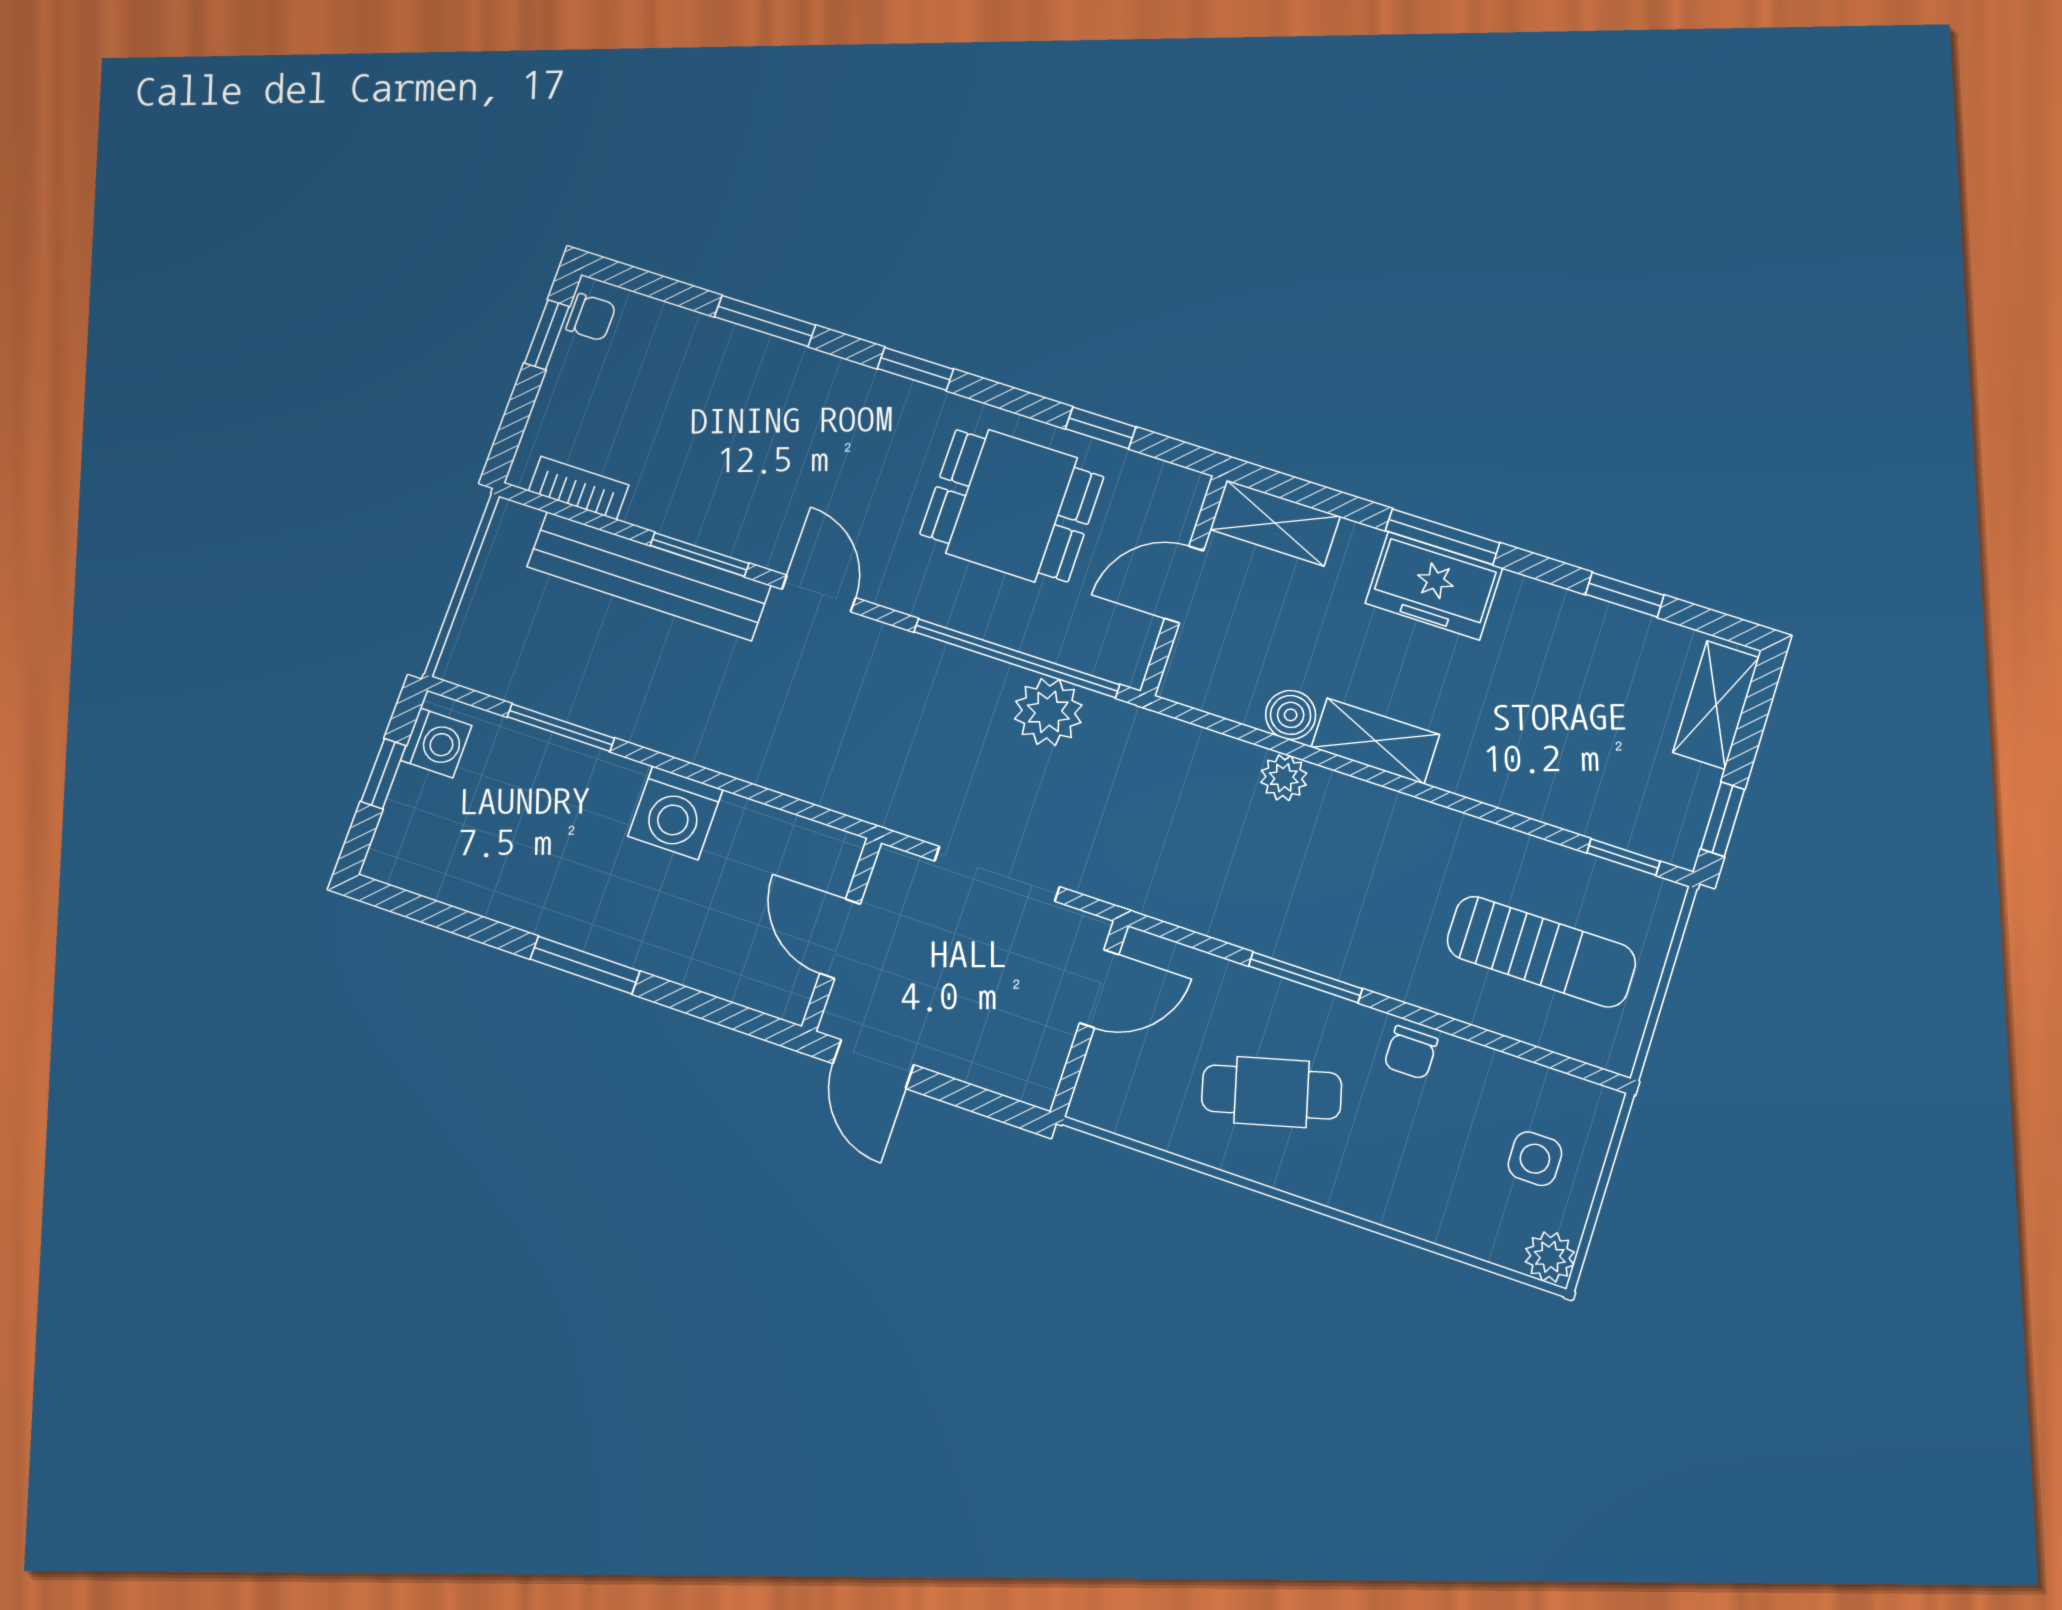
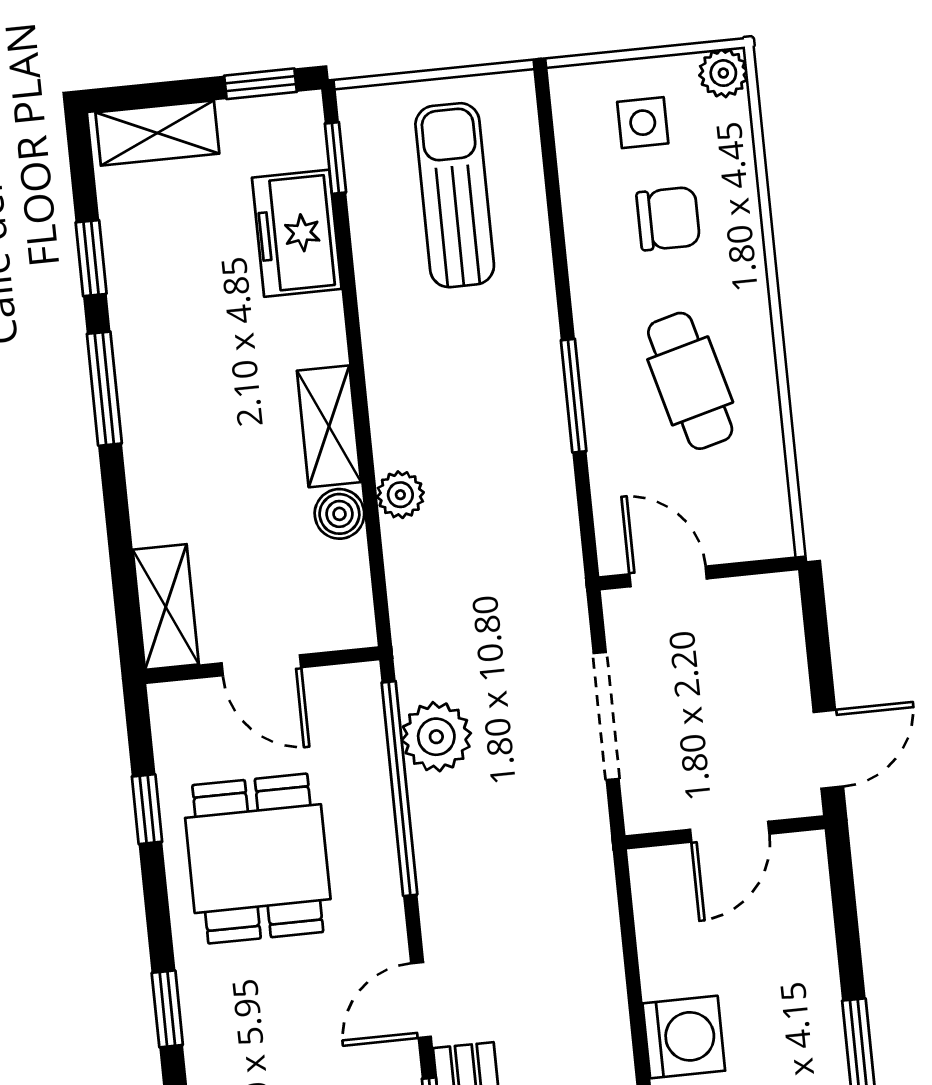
window: (1442, 537) -> (104, 389), moved
freezer: (1434, 586) -> (297, 233), moved, turned 180
chair: (1411, 1053) -> (668, 219), moved, width x1.37, depth x1.37

